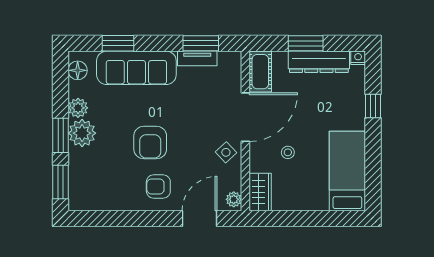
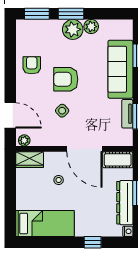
floor lamp: (78, 70) -> (119, 26), removed
side table: (226, 152) -> (62, 111), moved
armchair: (158, 187) -> (32, 65), moved

